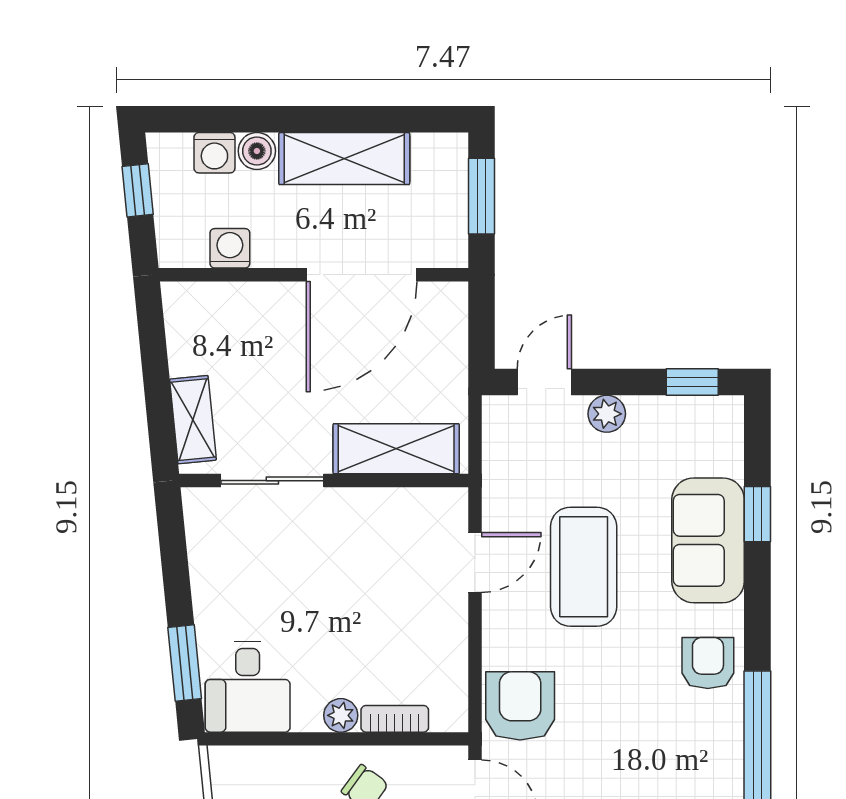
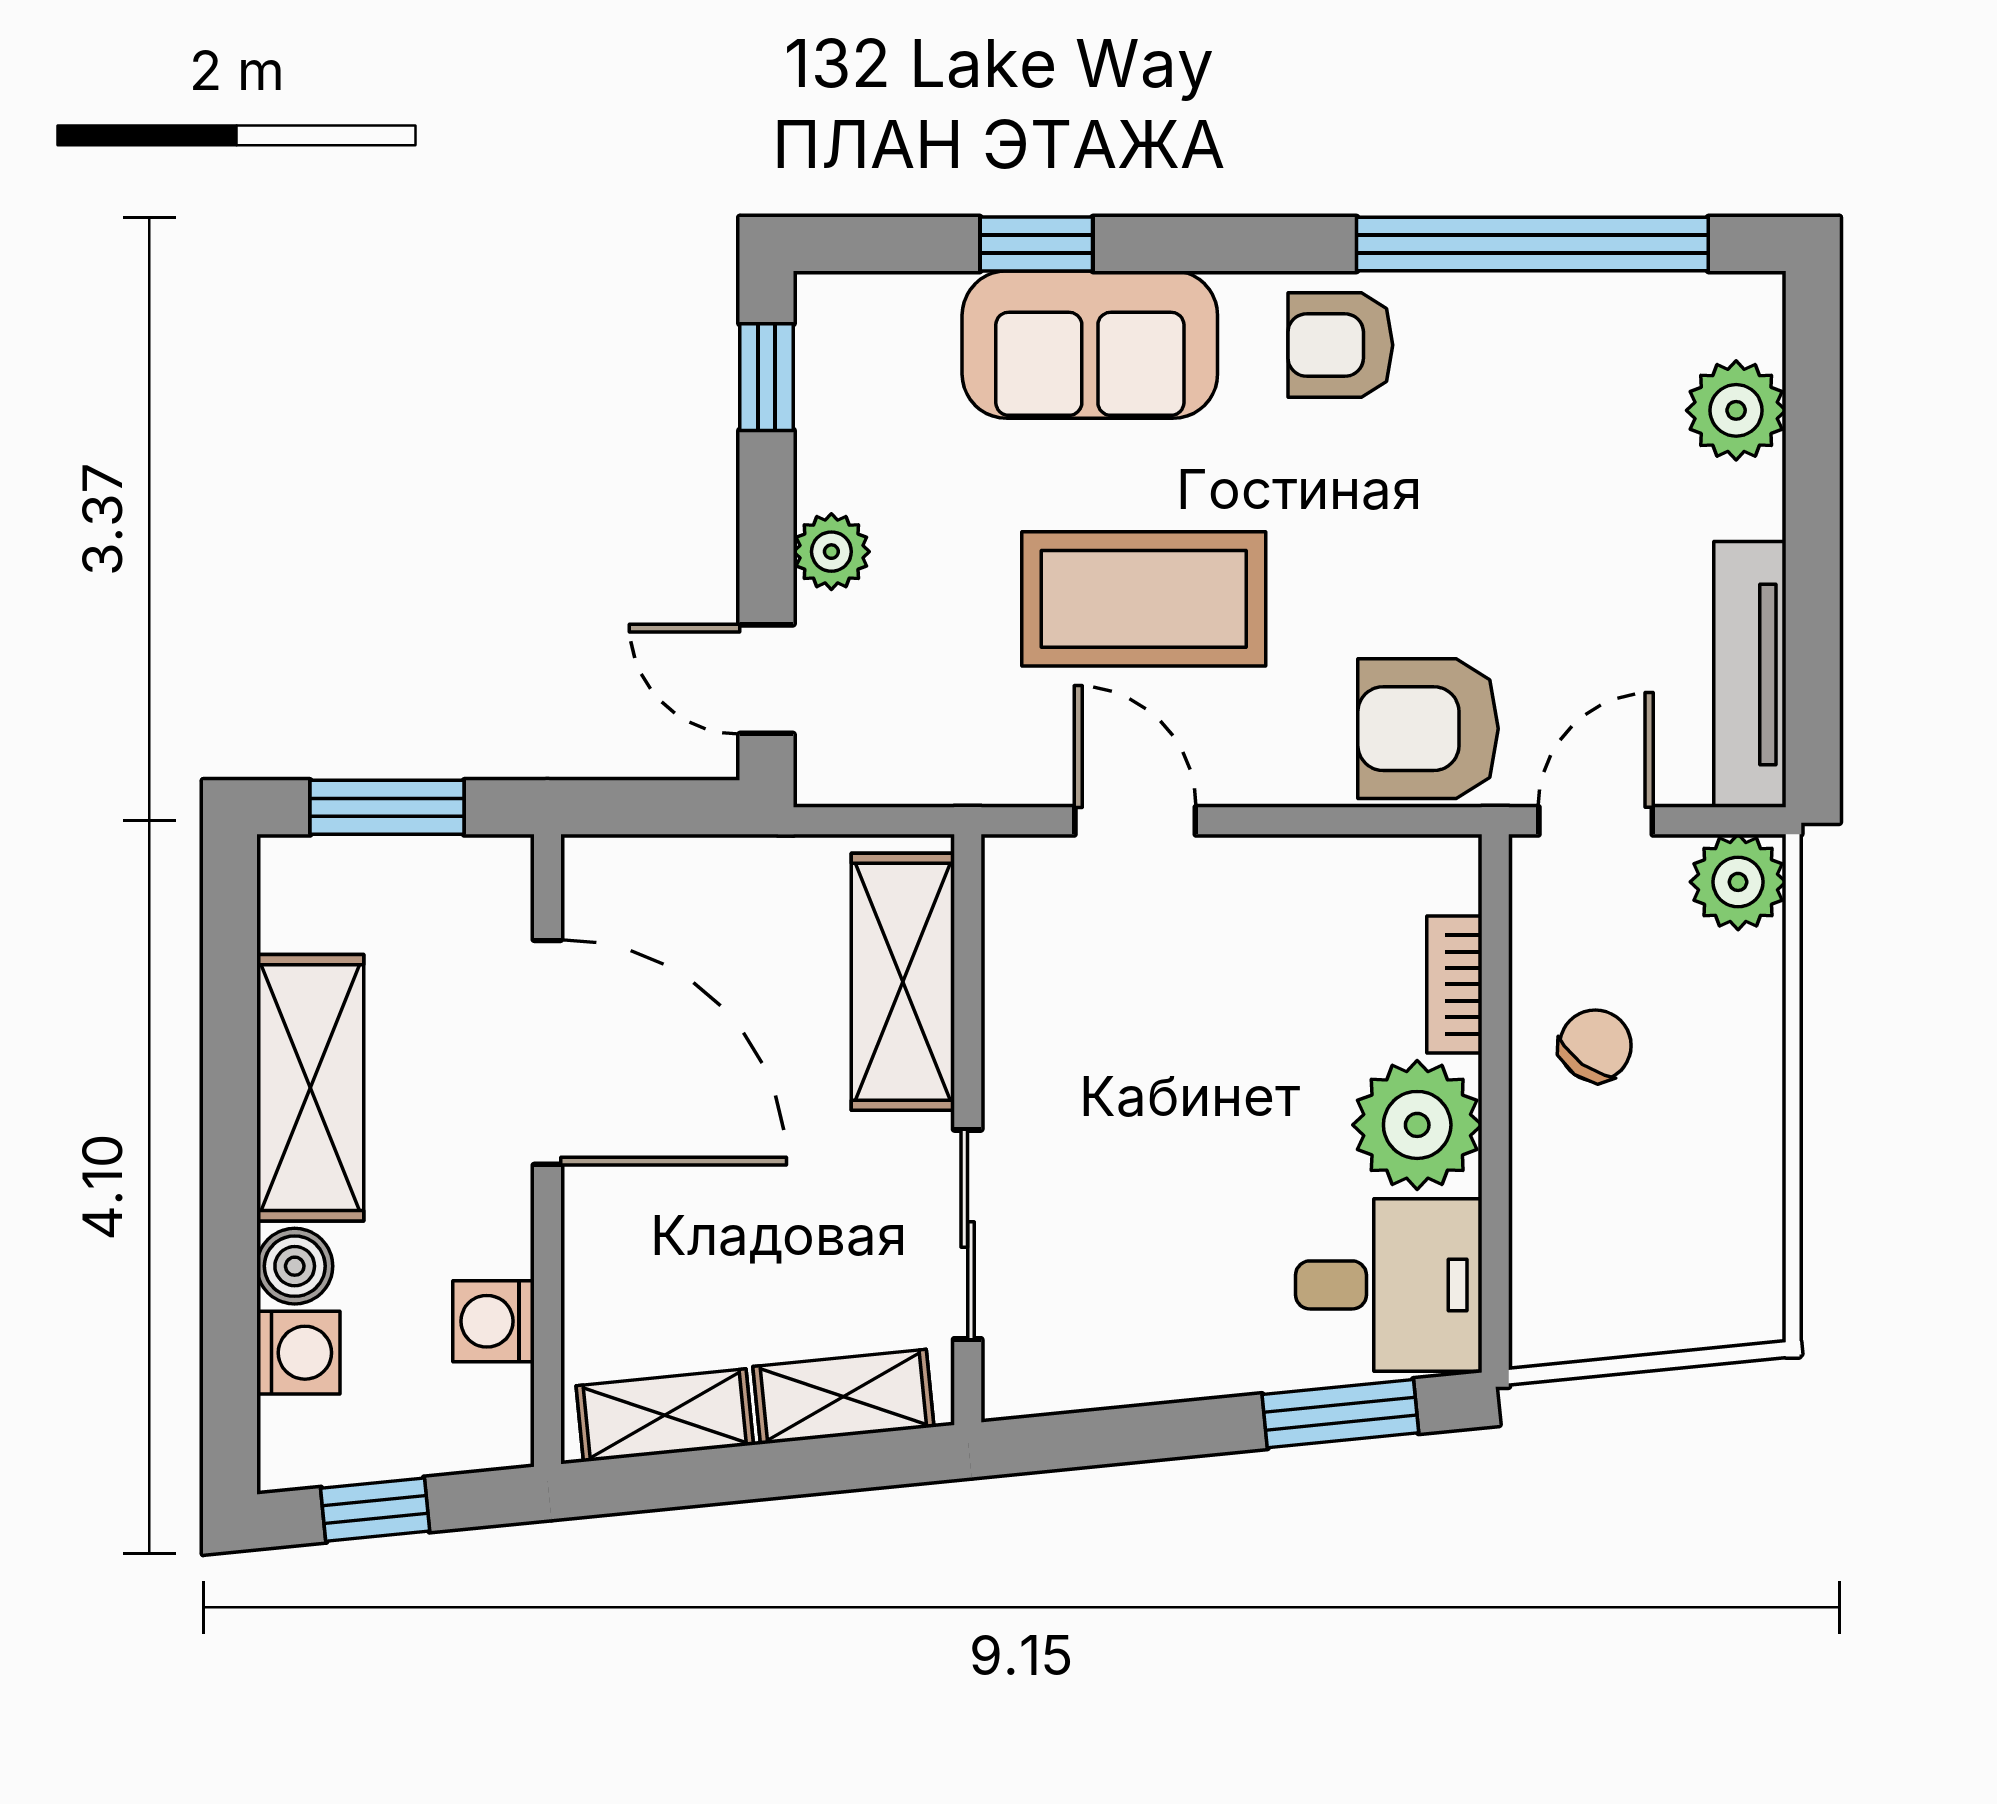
shelving: (184, 332) -> (665, 1415), added
plant: (341, 715) -> (1417, 1125), width x1.88, depth x1.88

